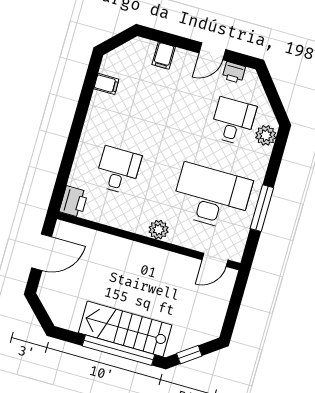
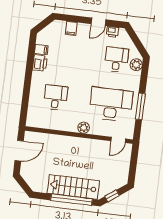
printer: (74, 202) -> (40, 63), moved

